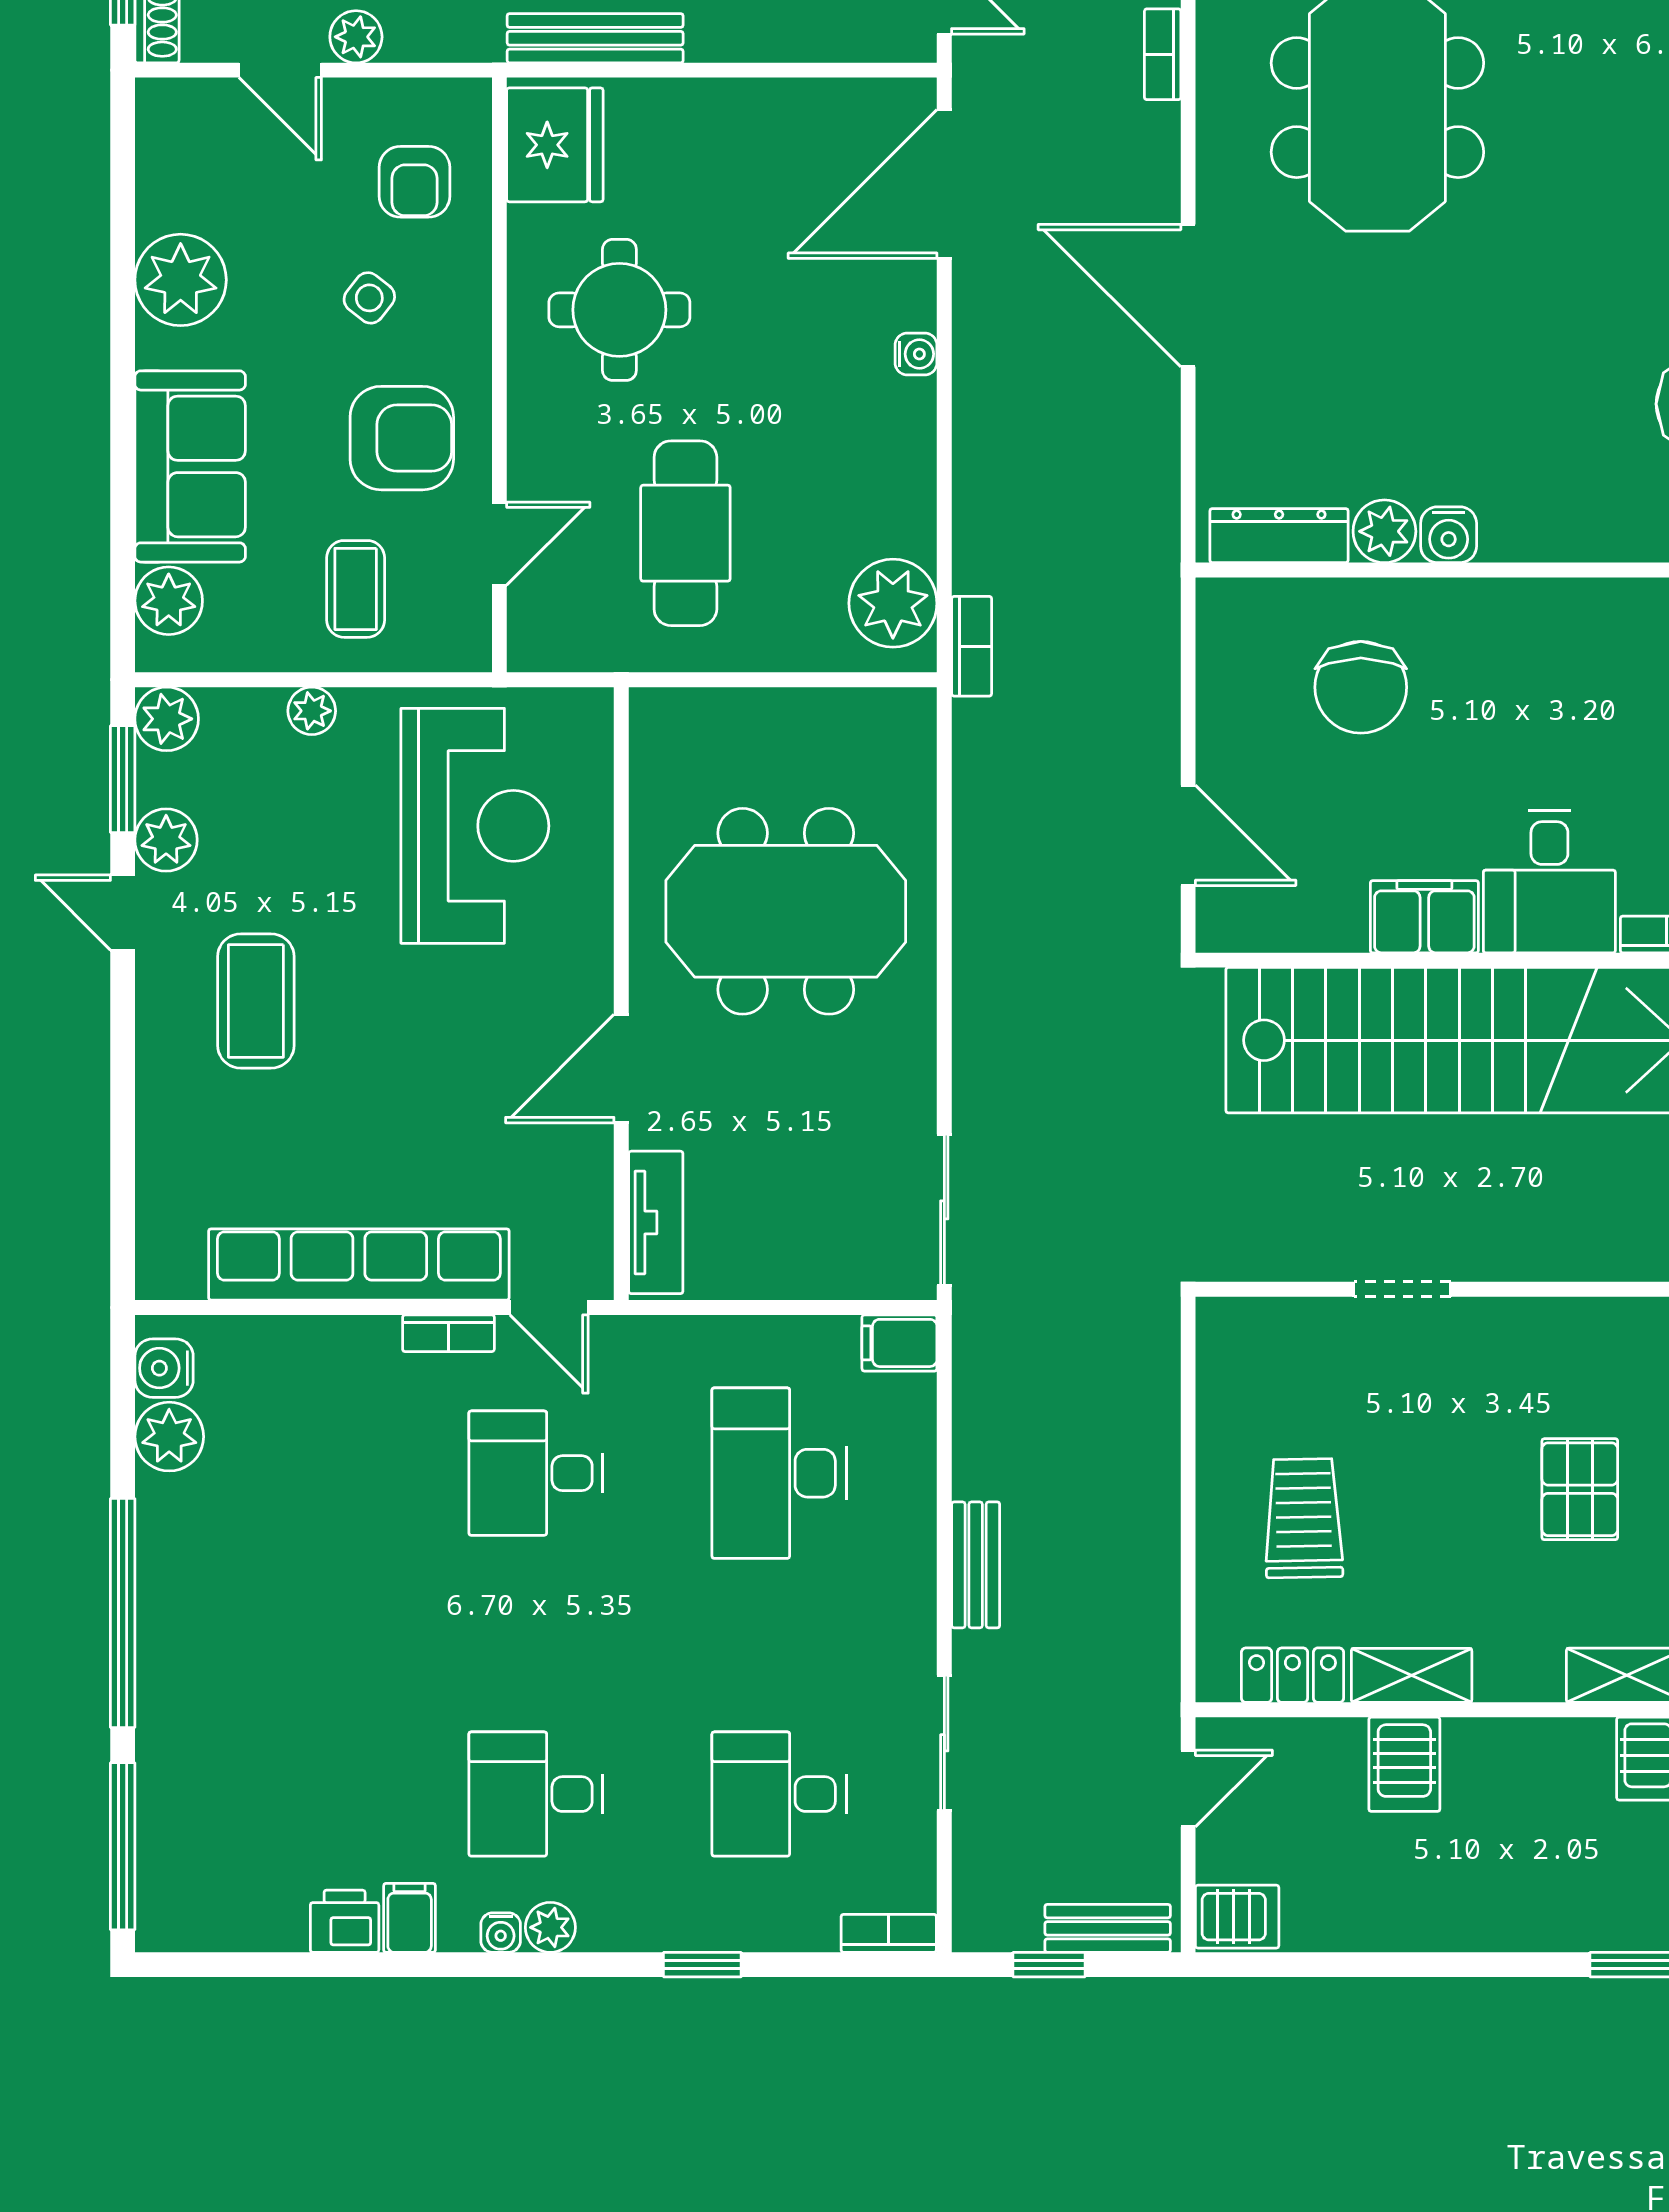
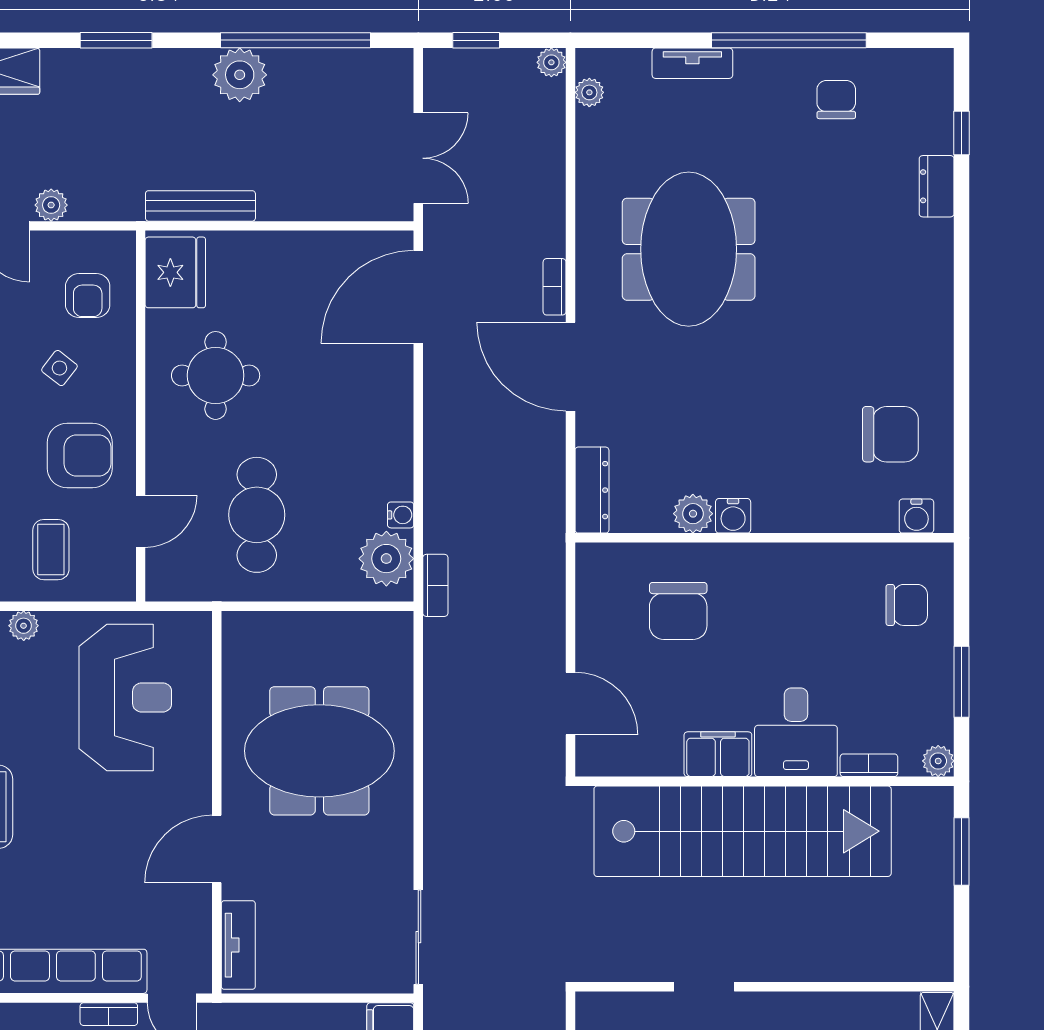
bookcase: (1163, 54) -> (555, 287), moved
water cooler: (916, 354) -> (401, 515), moved
dresser: (1279, 536) -> (592, 490), moved, turned 90

